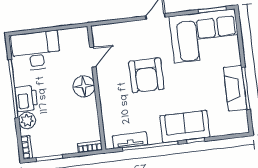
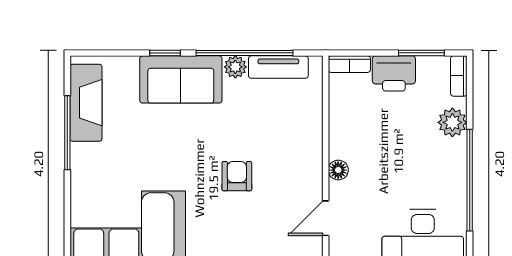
armchair: (146, 75) -> (237, 176), width x0.53, depth x0.53
floor lamp: (84, 86) -> (338, 170), width x0.53, depth x0.53
fireplace: (235, 88) -> (86, 103), moved
printer: (26, 99) -> (394, 73), moved, turned -90
plant: (155, 137) -> (235, 67), added

